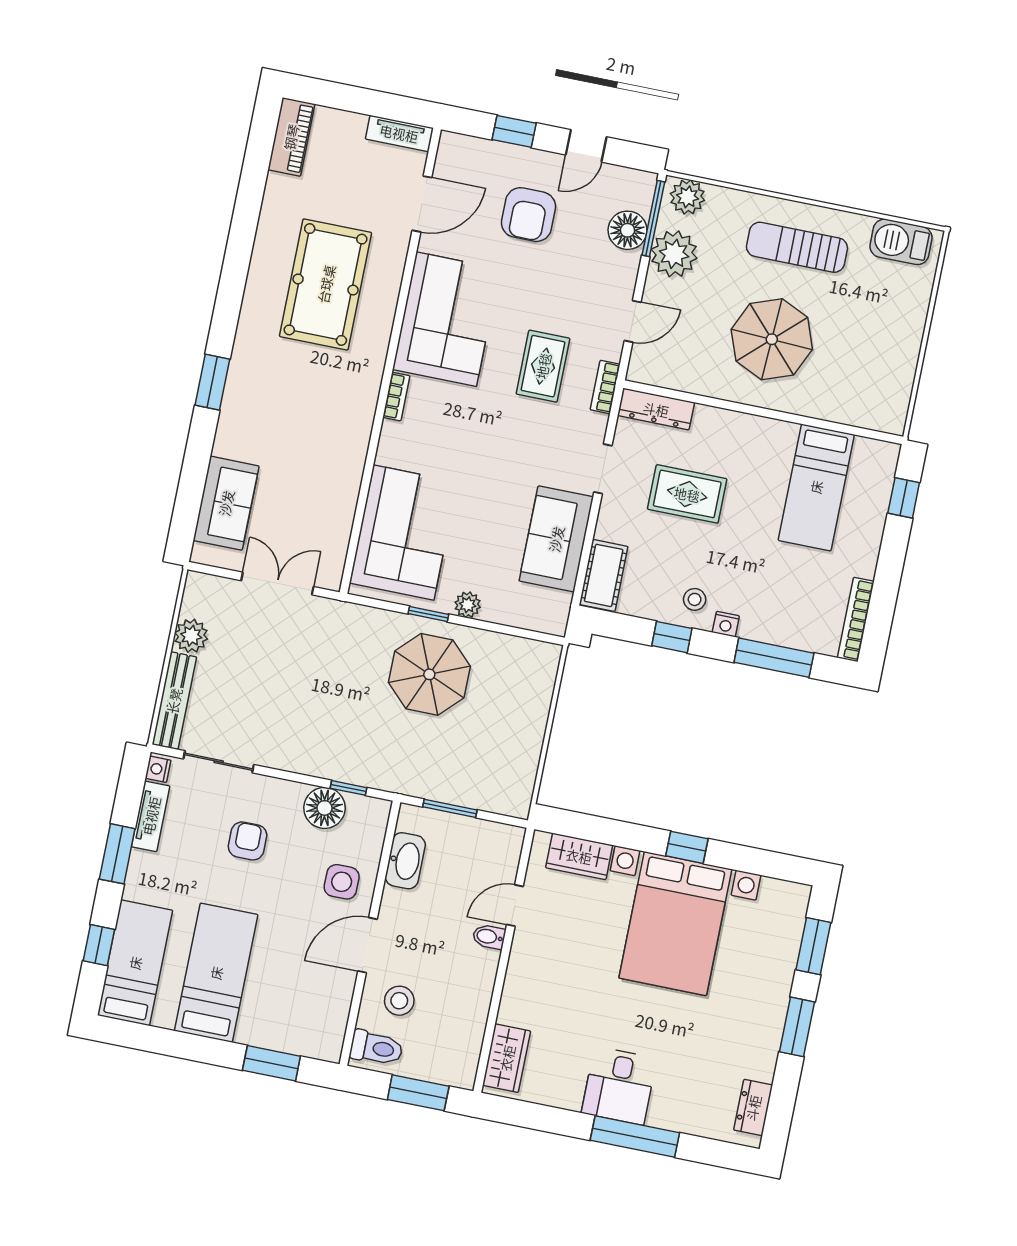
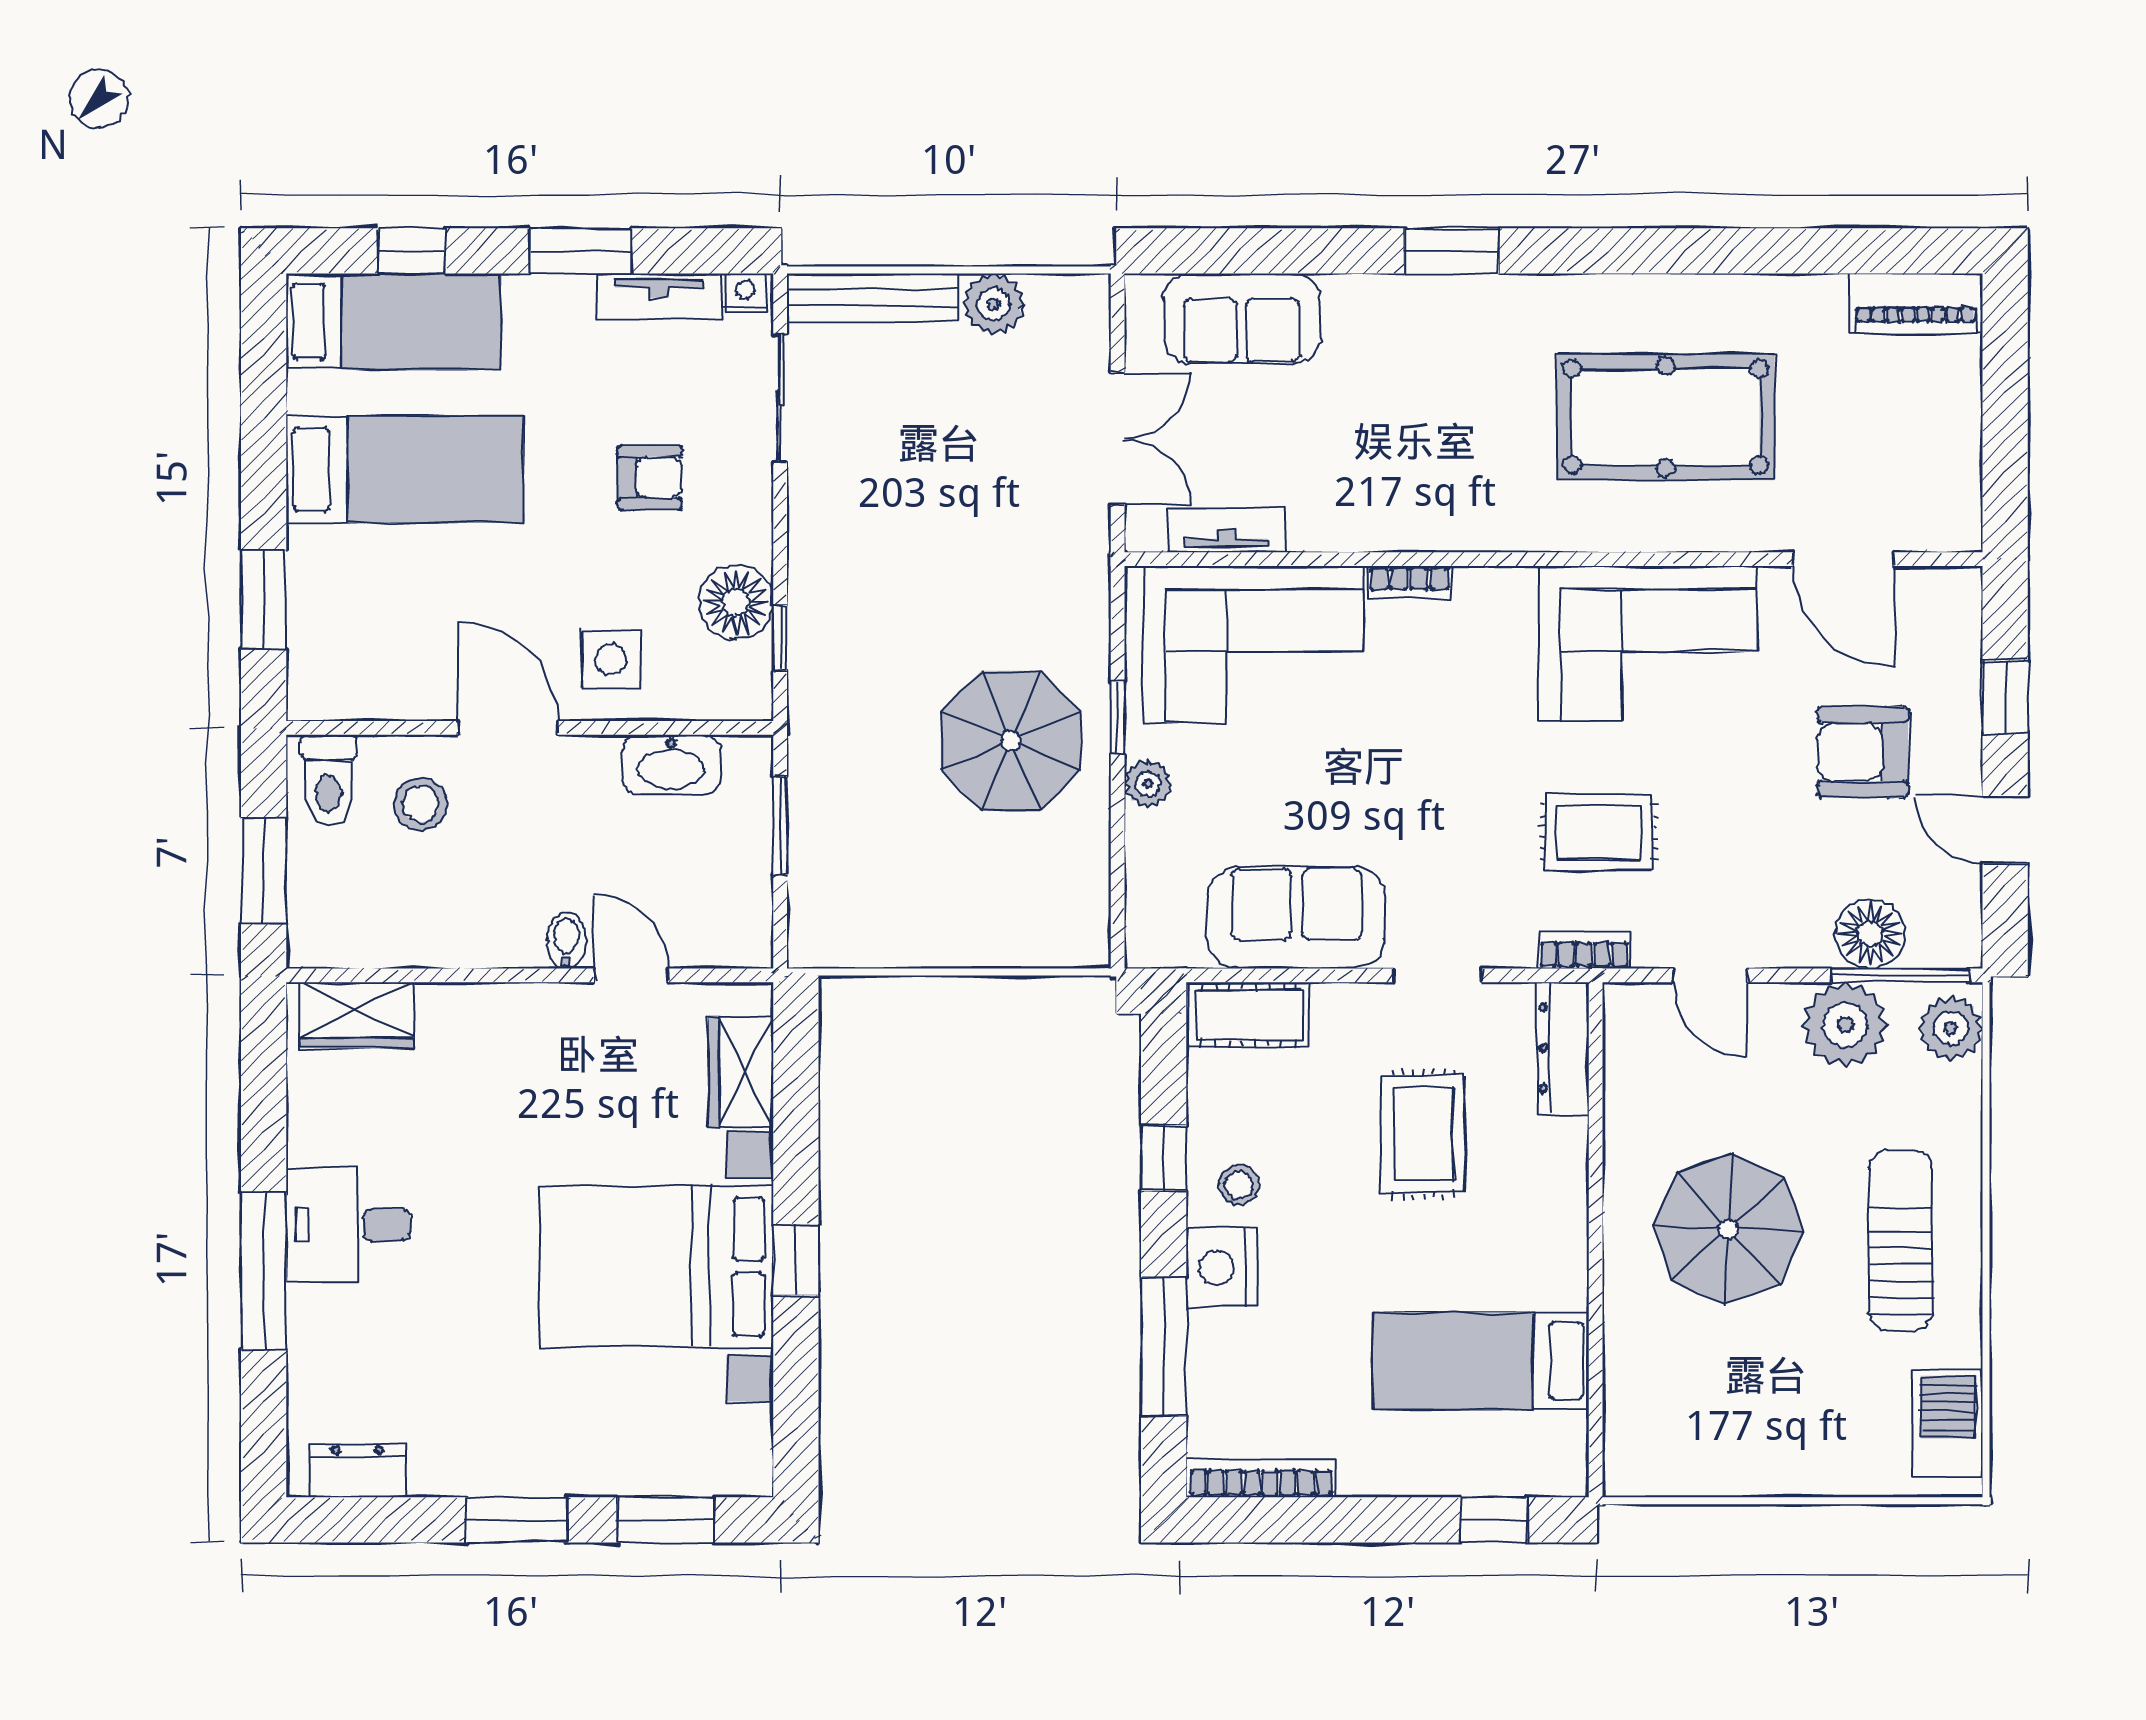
tv unit: (399, 133) -> (1226, 530), moved, turned 90
bookcase: (396, 397) -> (1409, 583), moved
nightstand: (726, 624) -> (1222, 1268), width x1.89, depth x1.79

